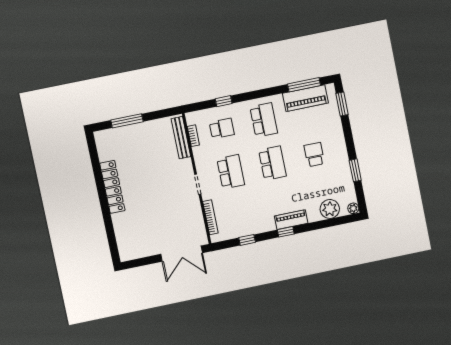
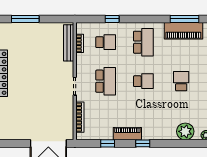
school desk: (272, 163) -> (143, 81), width x0.54
piano: (291, 220) -> (127, 134), moved

